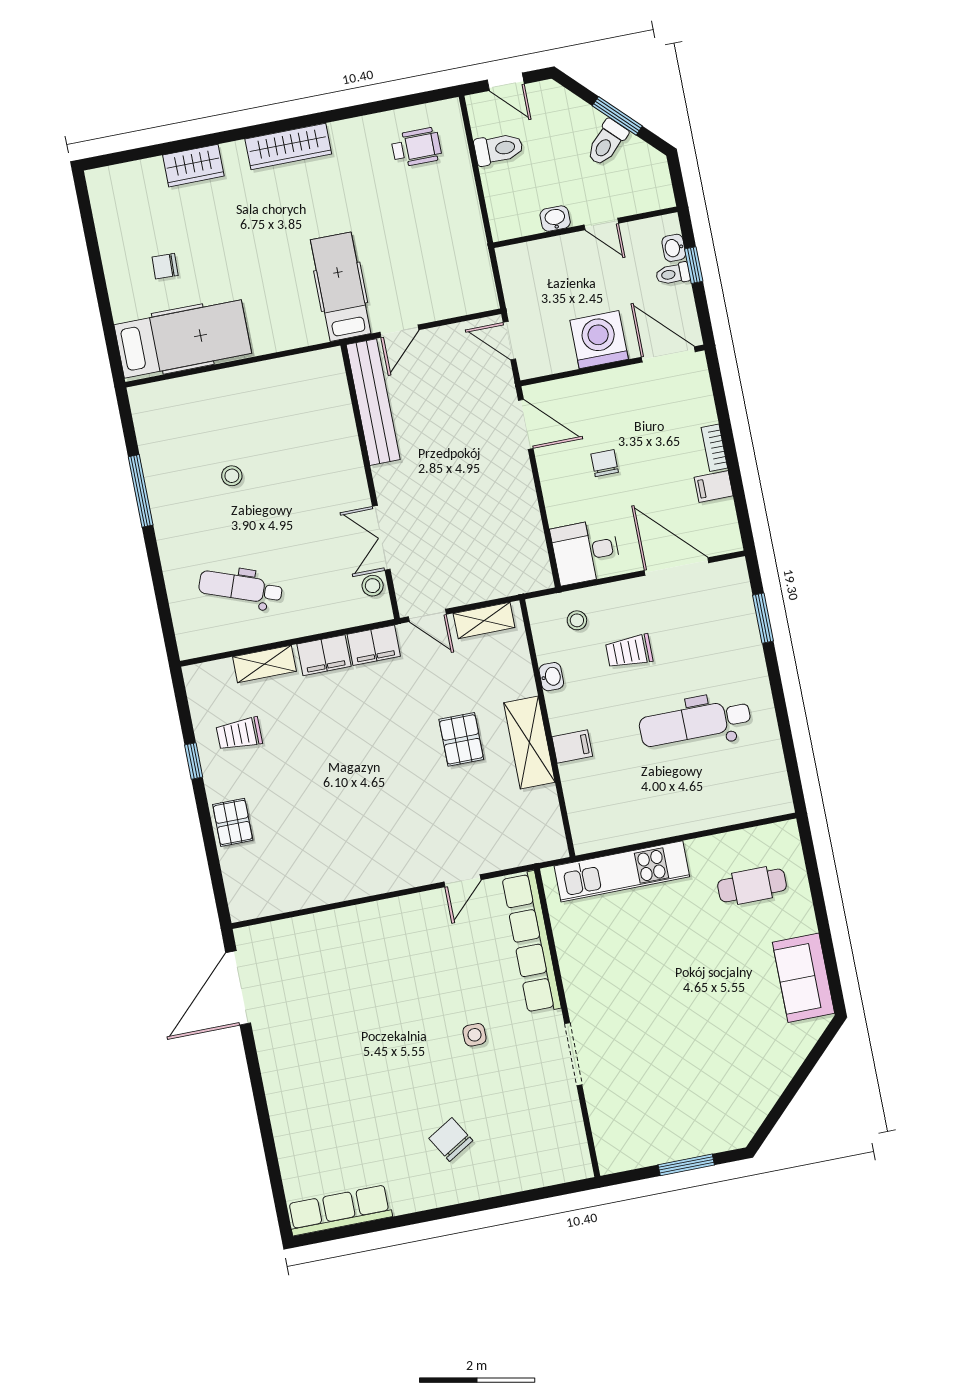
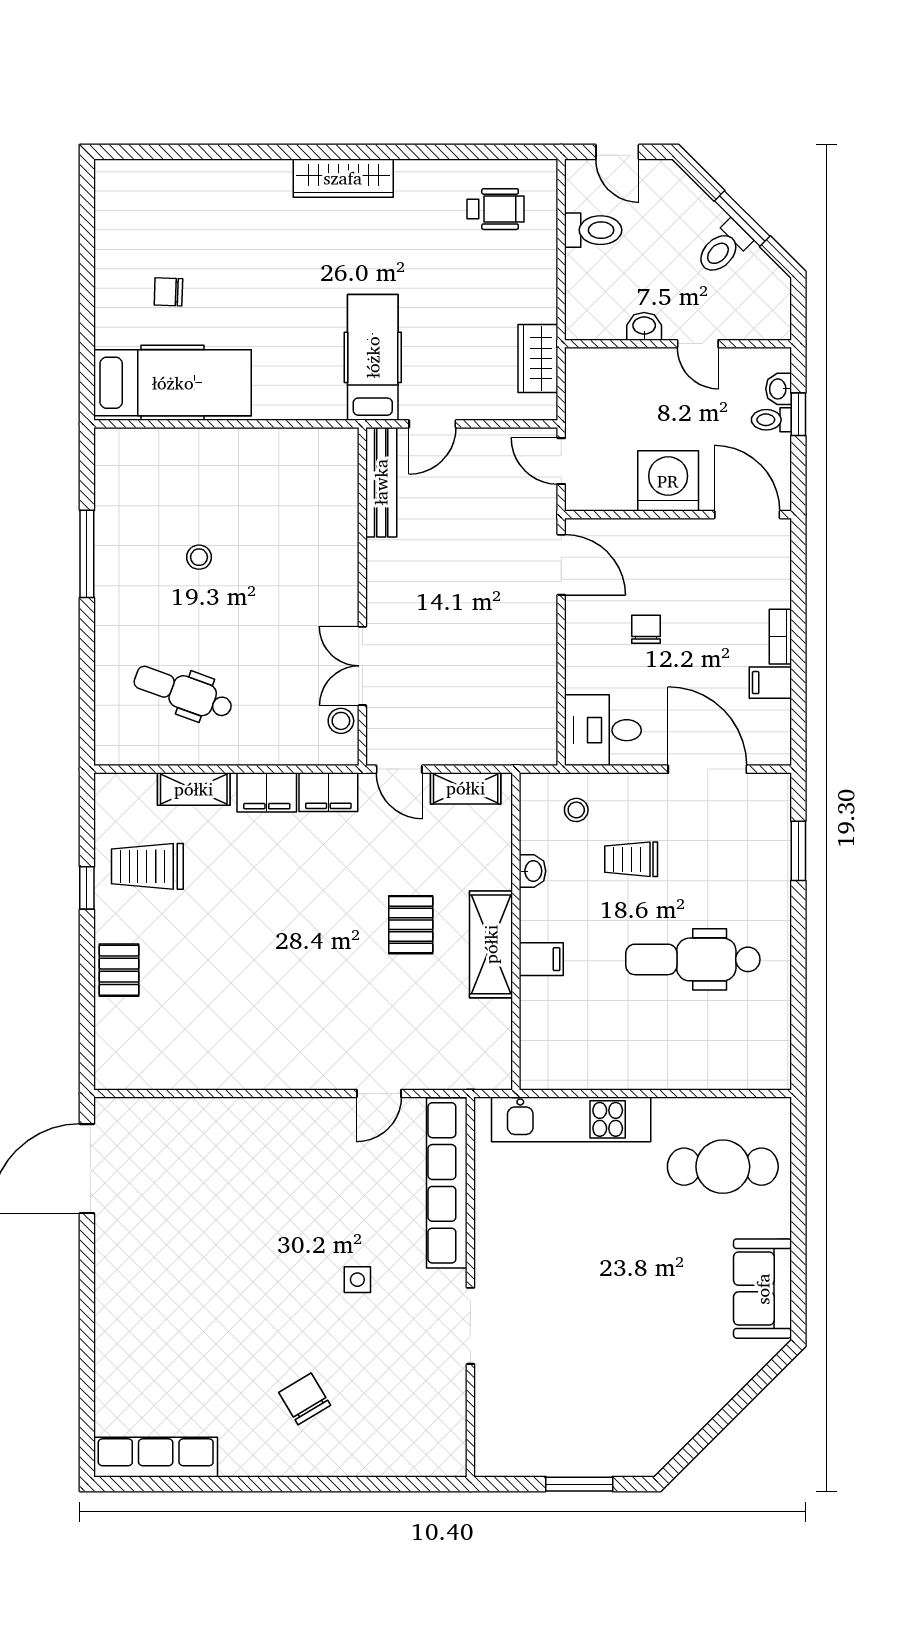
wardrobe: (193, 166) -> (538, 358), moved, turned 90
bench: (373, 402) -> (381, 482), width x0.73, depth x0.82
trolley: (239, 734) -> (147, 866), width x1.36, depth x1.39
cafe table: (752, 885) -> (723, 1167), width x1.37, depth x1.35

